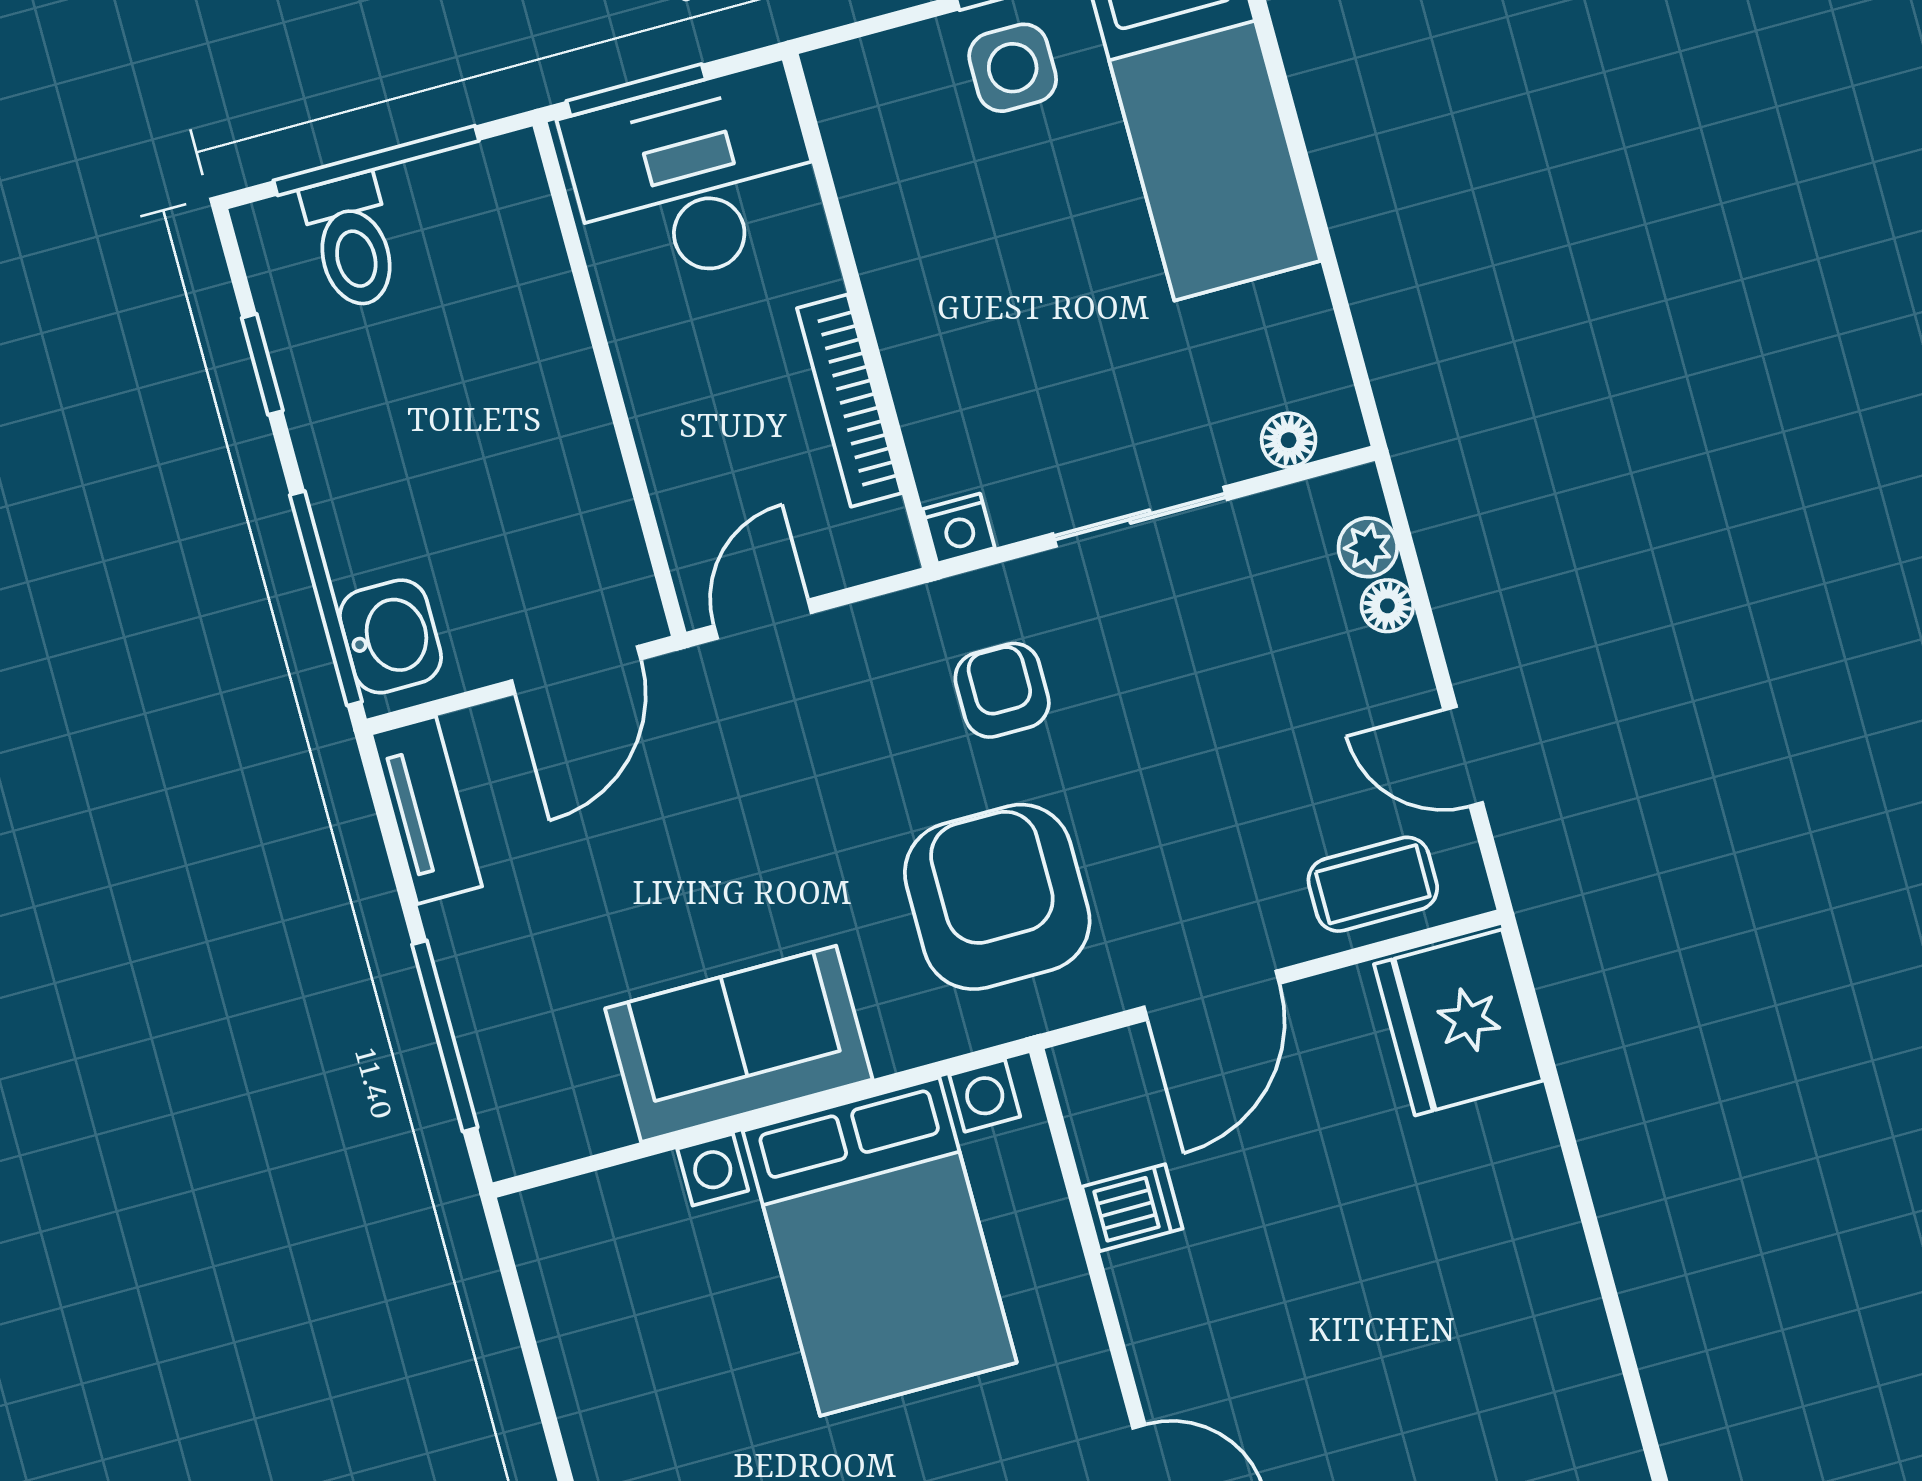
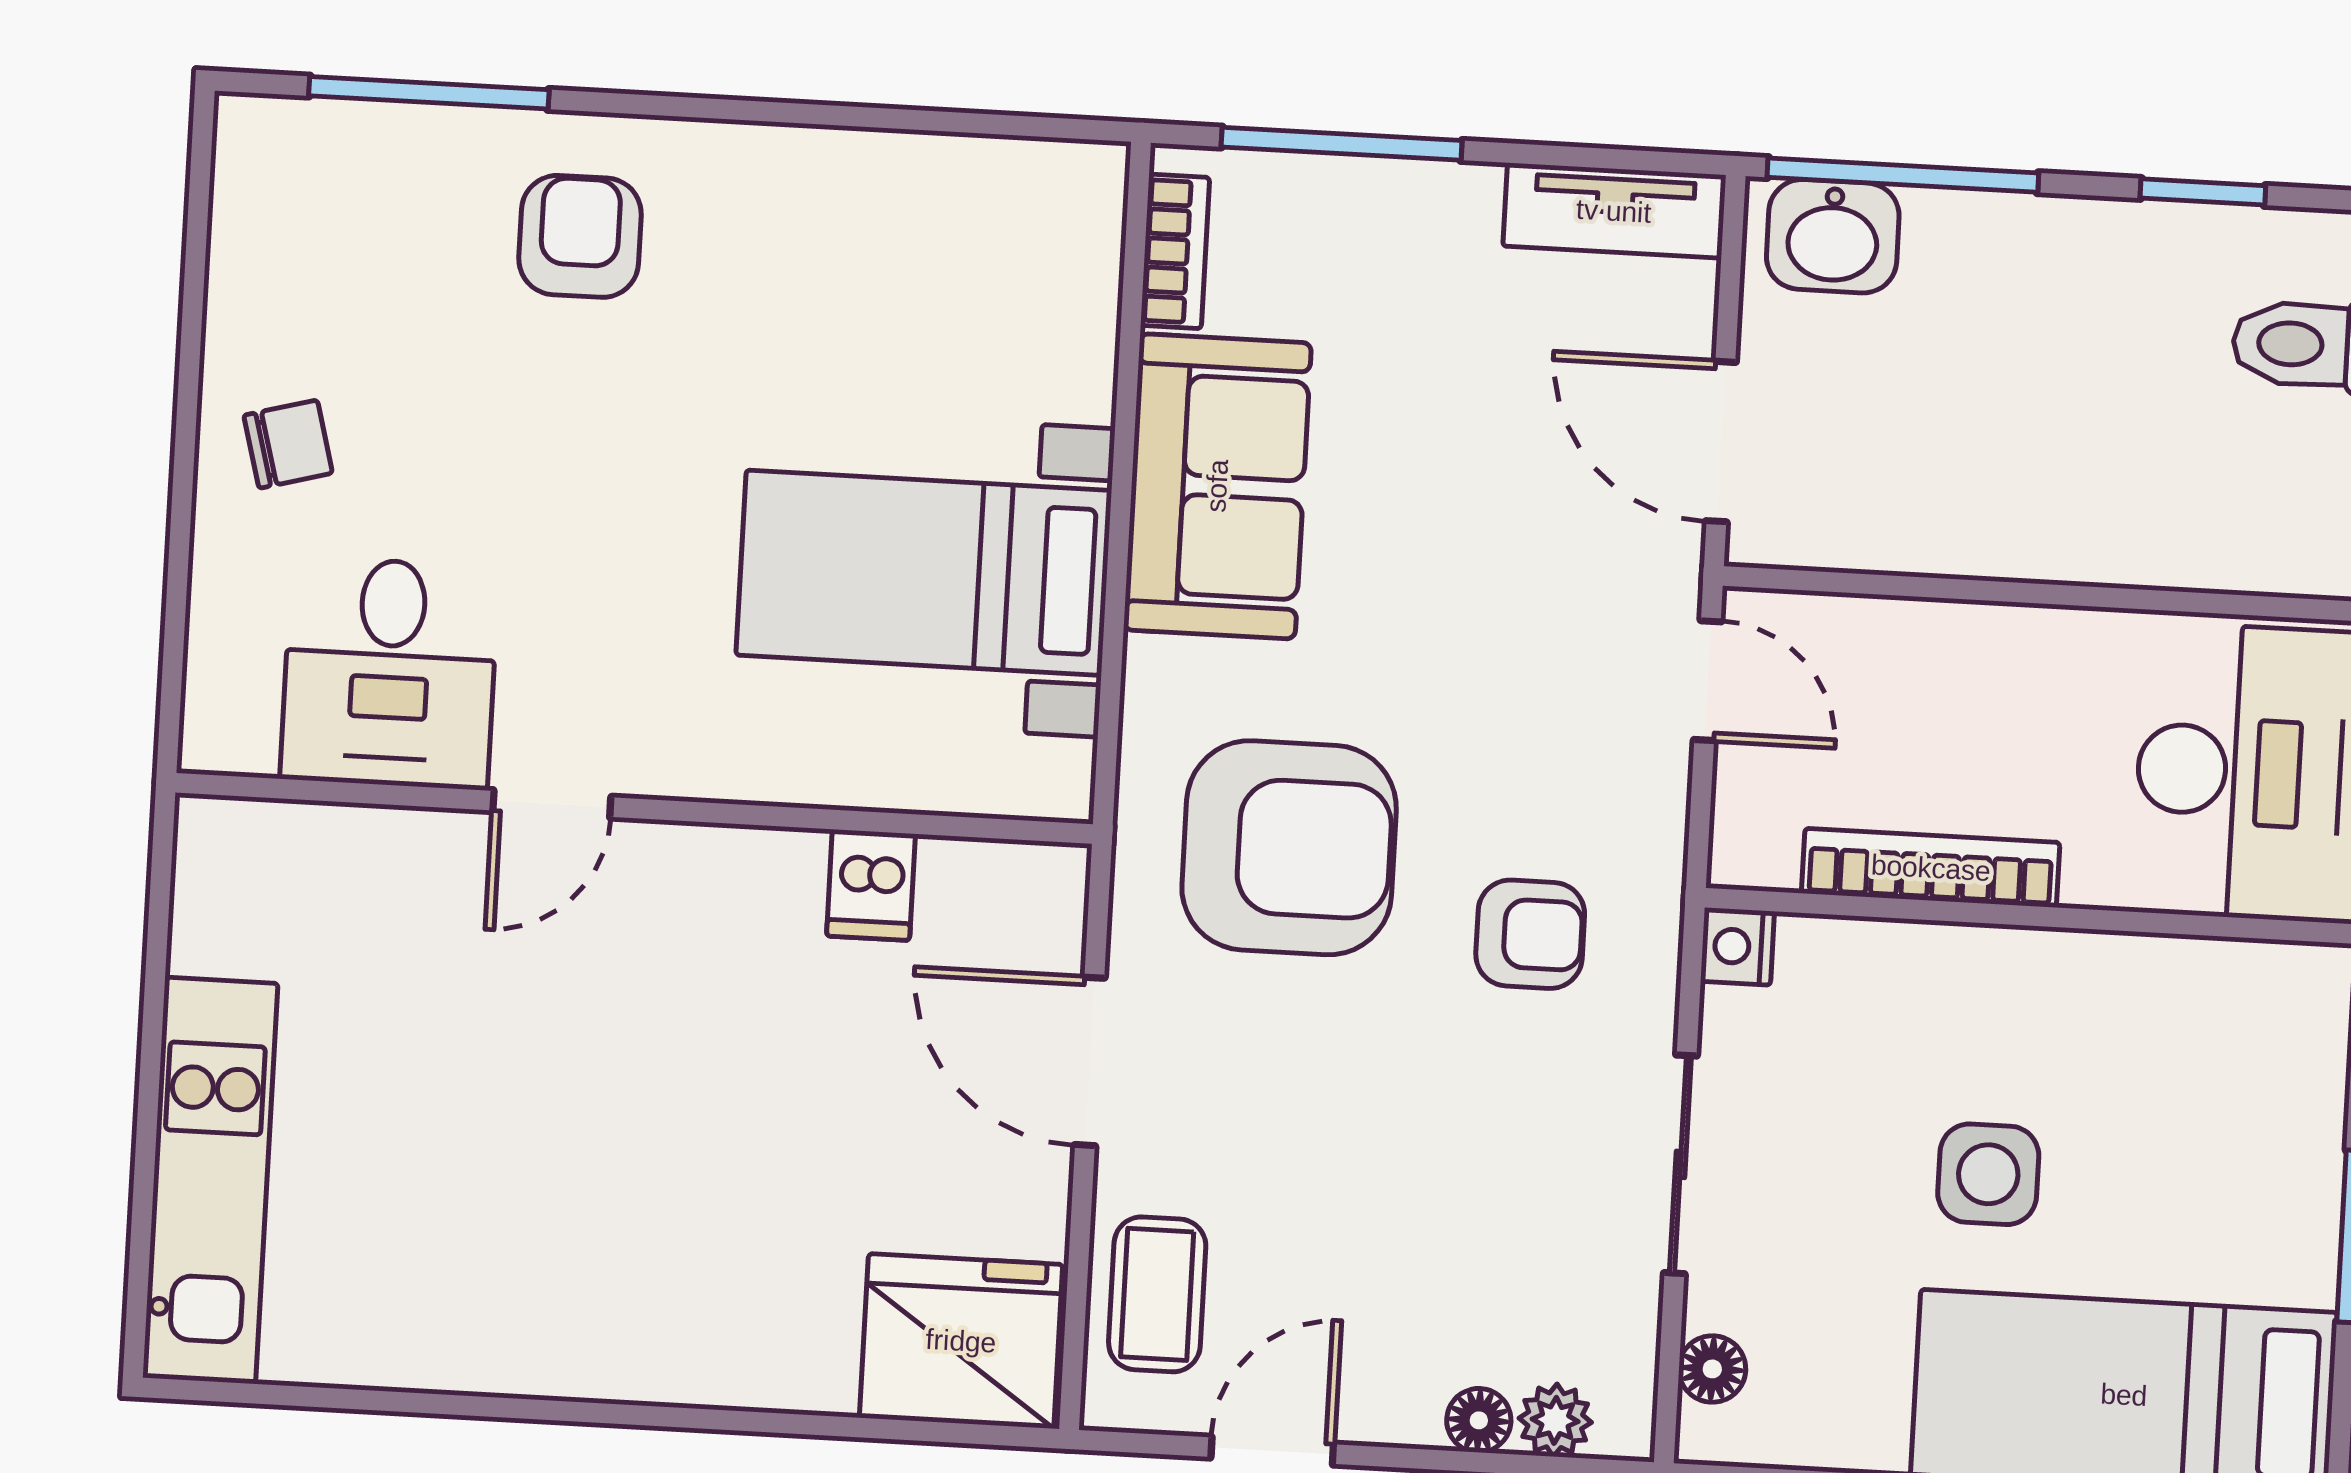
side table: (1013, 68) -> (1988, 1174), moved
bookcase: (570, 1136) -> (1175, 251), added
bed with nightstands: (880, 1247) -> (924, 573), width x0.73

